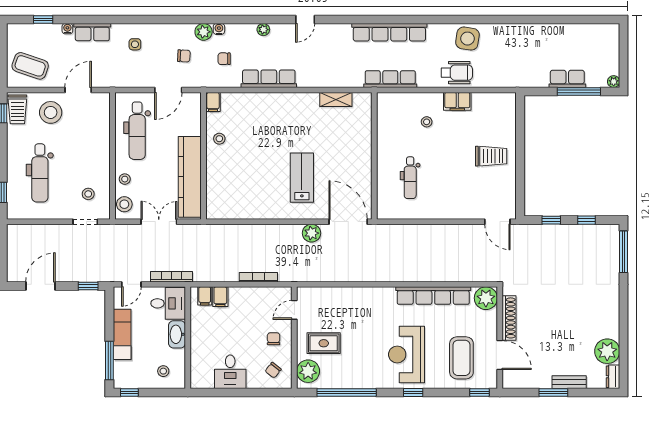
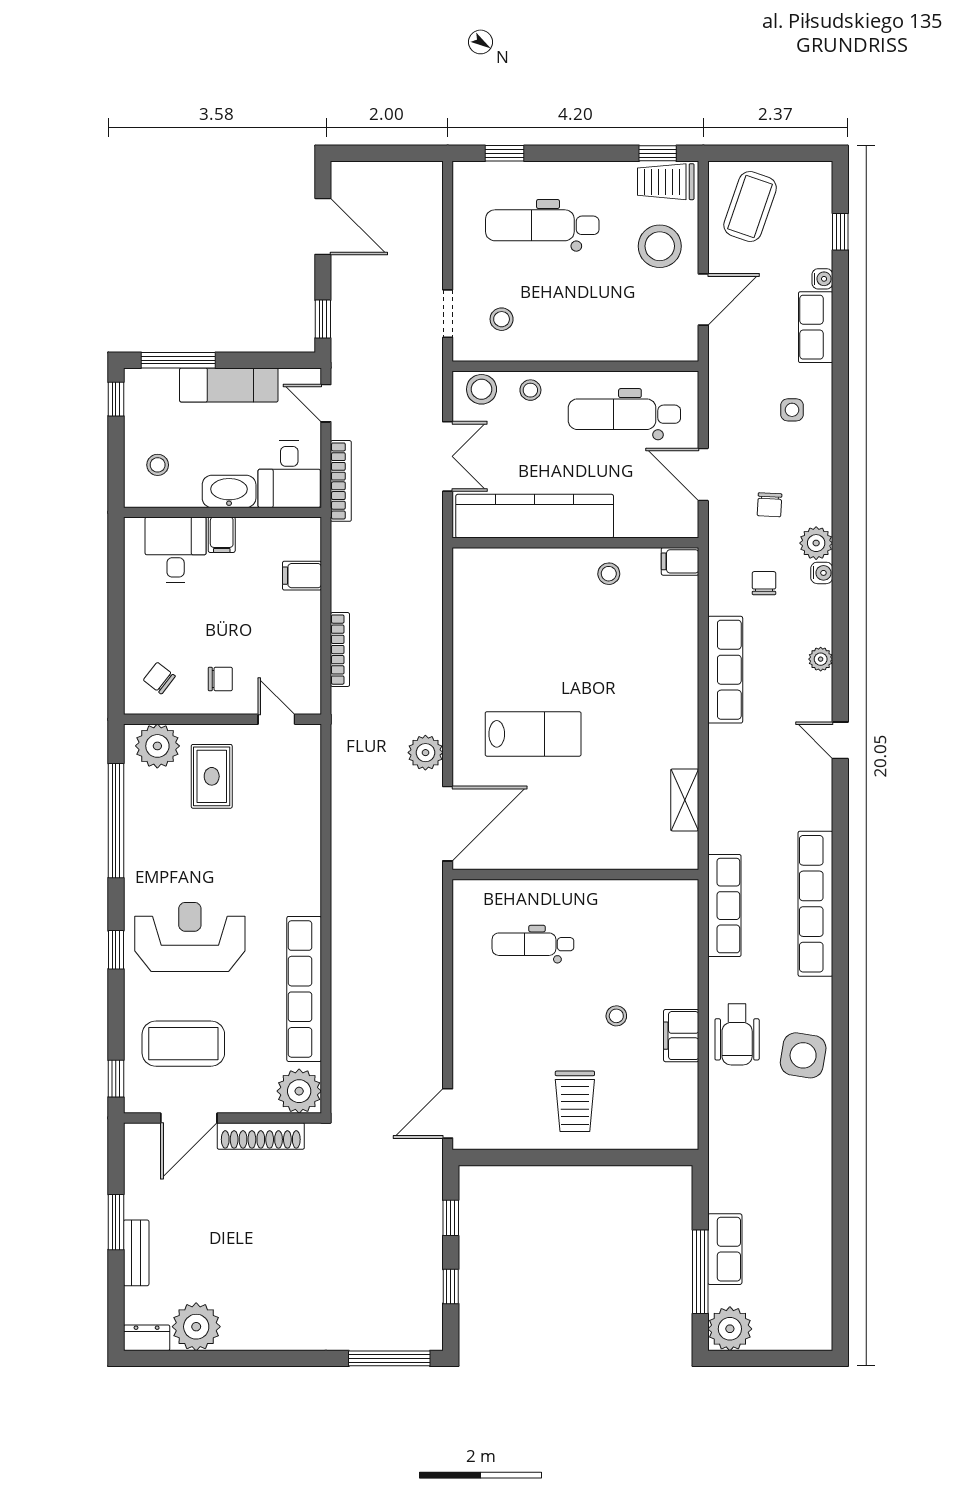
plant: (614, 82) -> (730, 1329), width x1.88, depth x1.88
door: (78, 90) -> (703, 299), hinge flipped
stool: (427, 122) -> (616, 1016), moved
filing cabinet: (205, 296) -> (222, 535), moved, turned -90
desk: (230, 372) -> (176, 550), moved, turned 90

